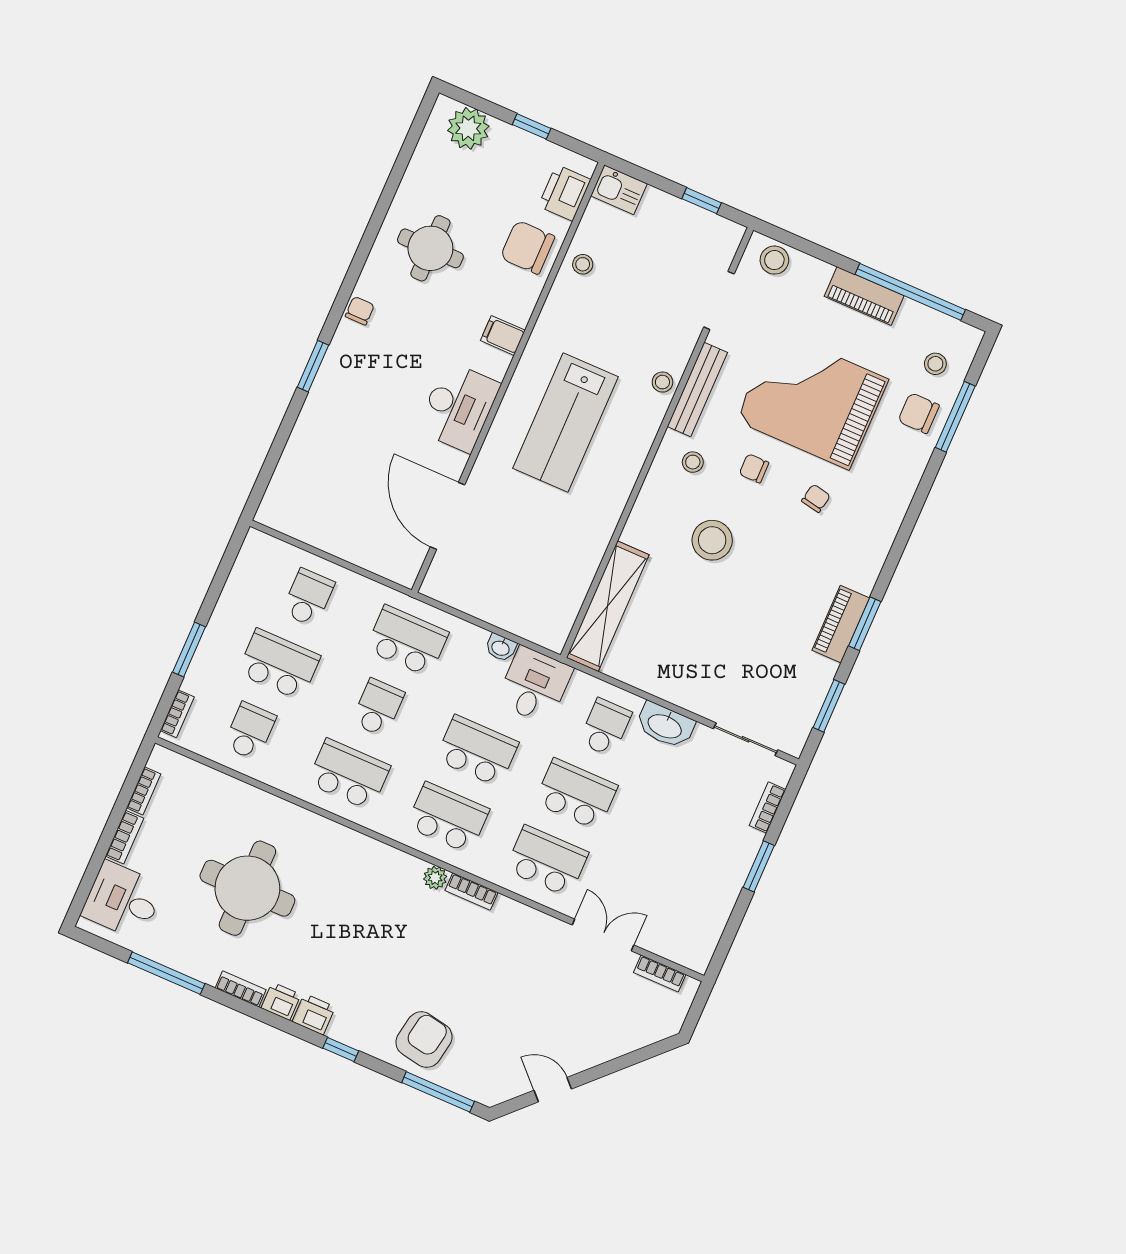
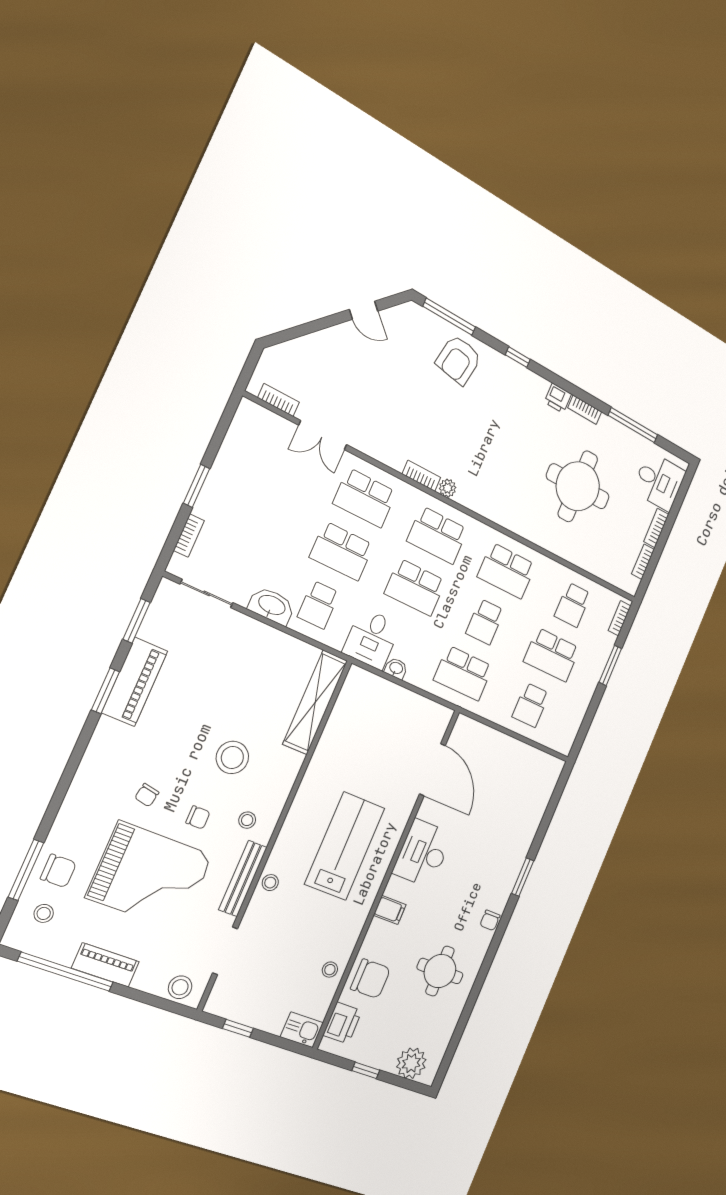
piano: (841, 624) -> (135, 682), width x1.37, depth x1.33
printer: (314, 1014) -> (536, 386), removed

